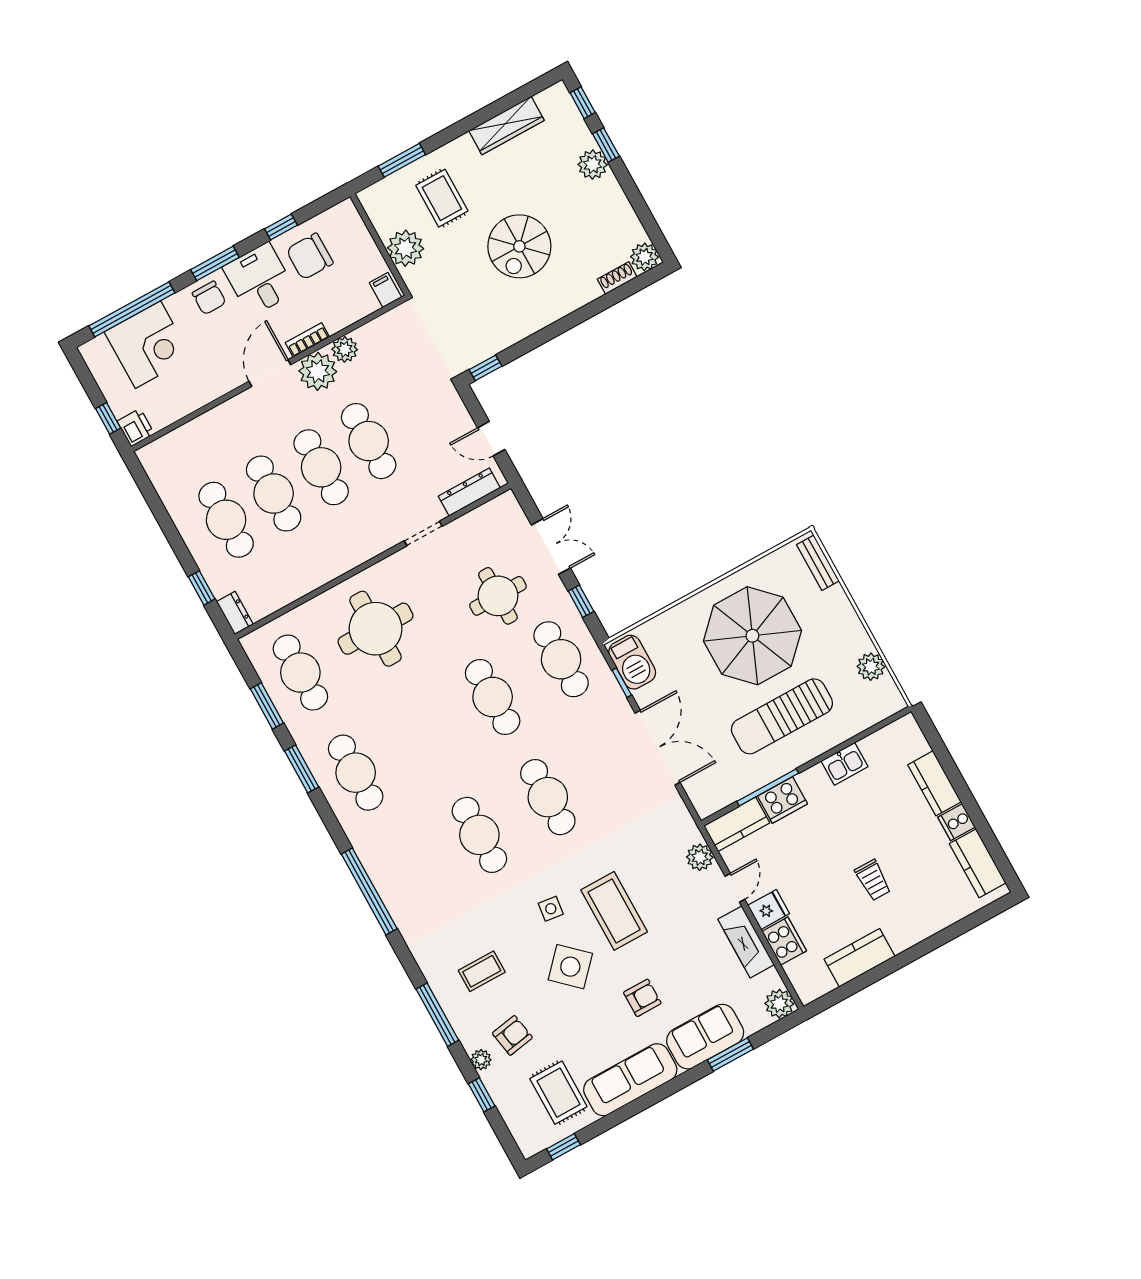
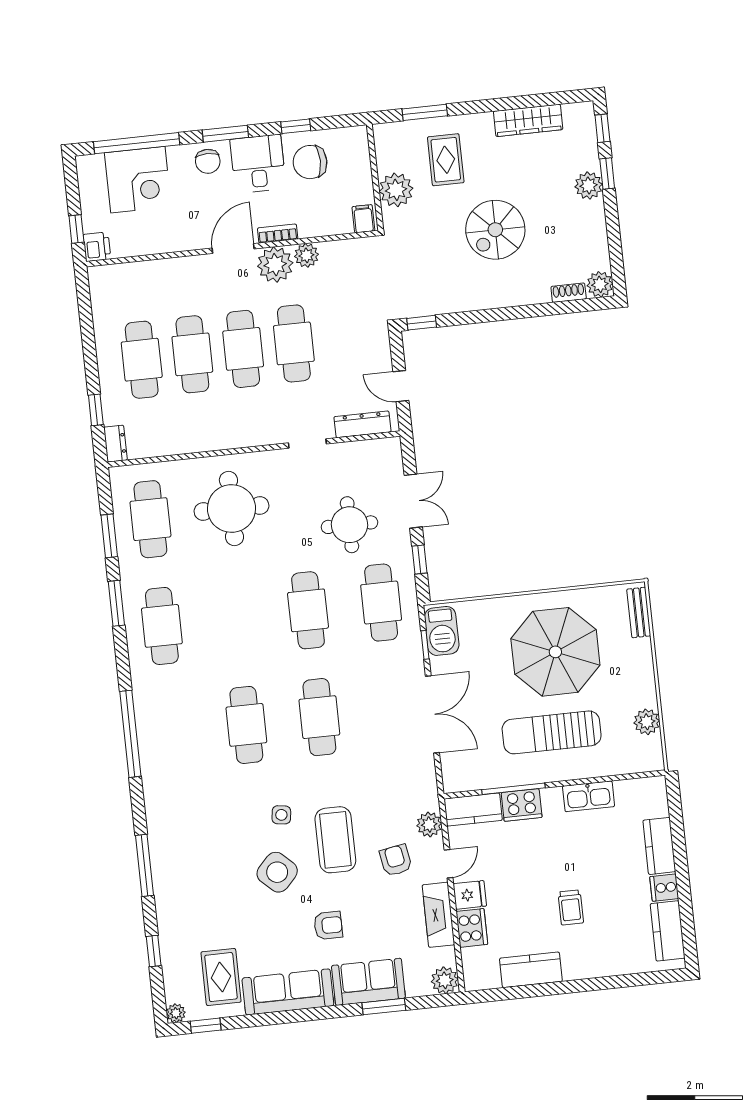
kitchen sink: (844, 764) -> (589, 796), width x1.38
coffee table: (482, 971) -> (199, 844), removed
armchair: (512, 1035) -> (396, 860), moved, turned -90
plant: (481, 1060) -> (176, 1013), moved

